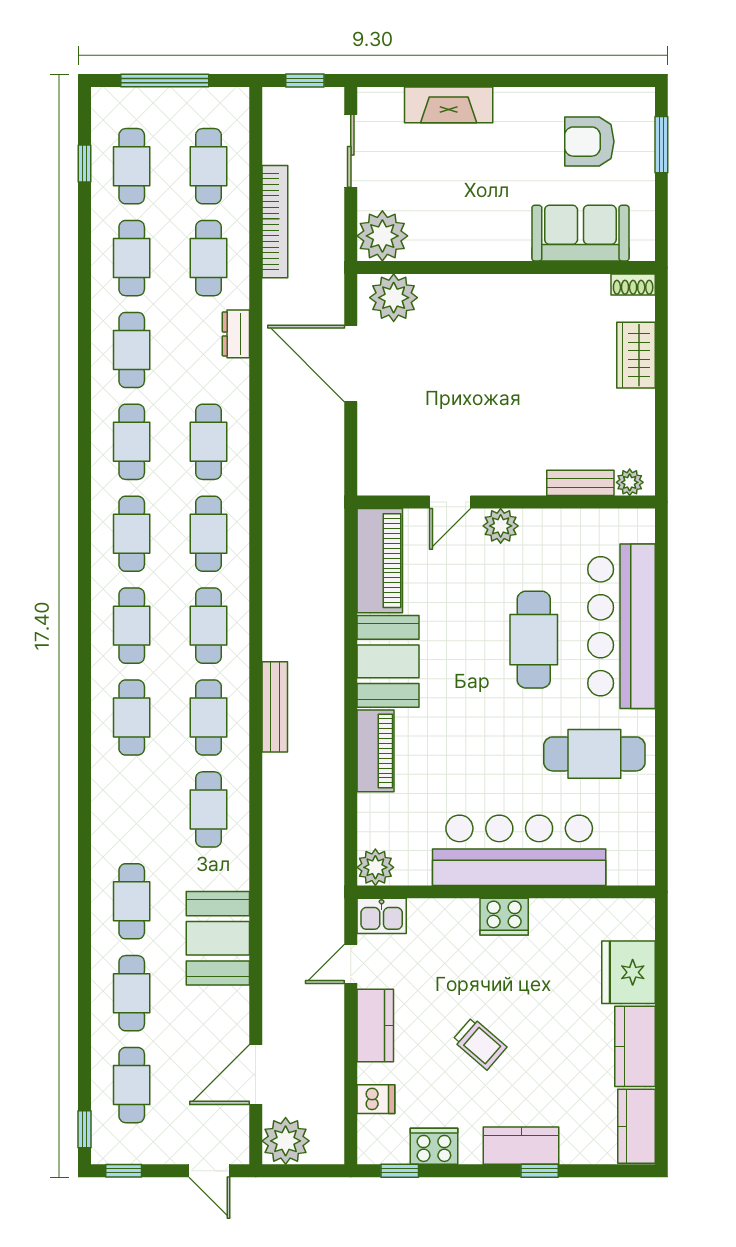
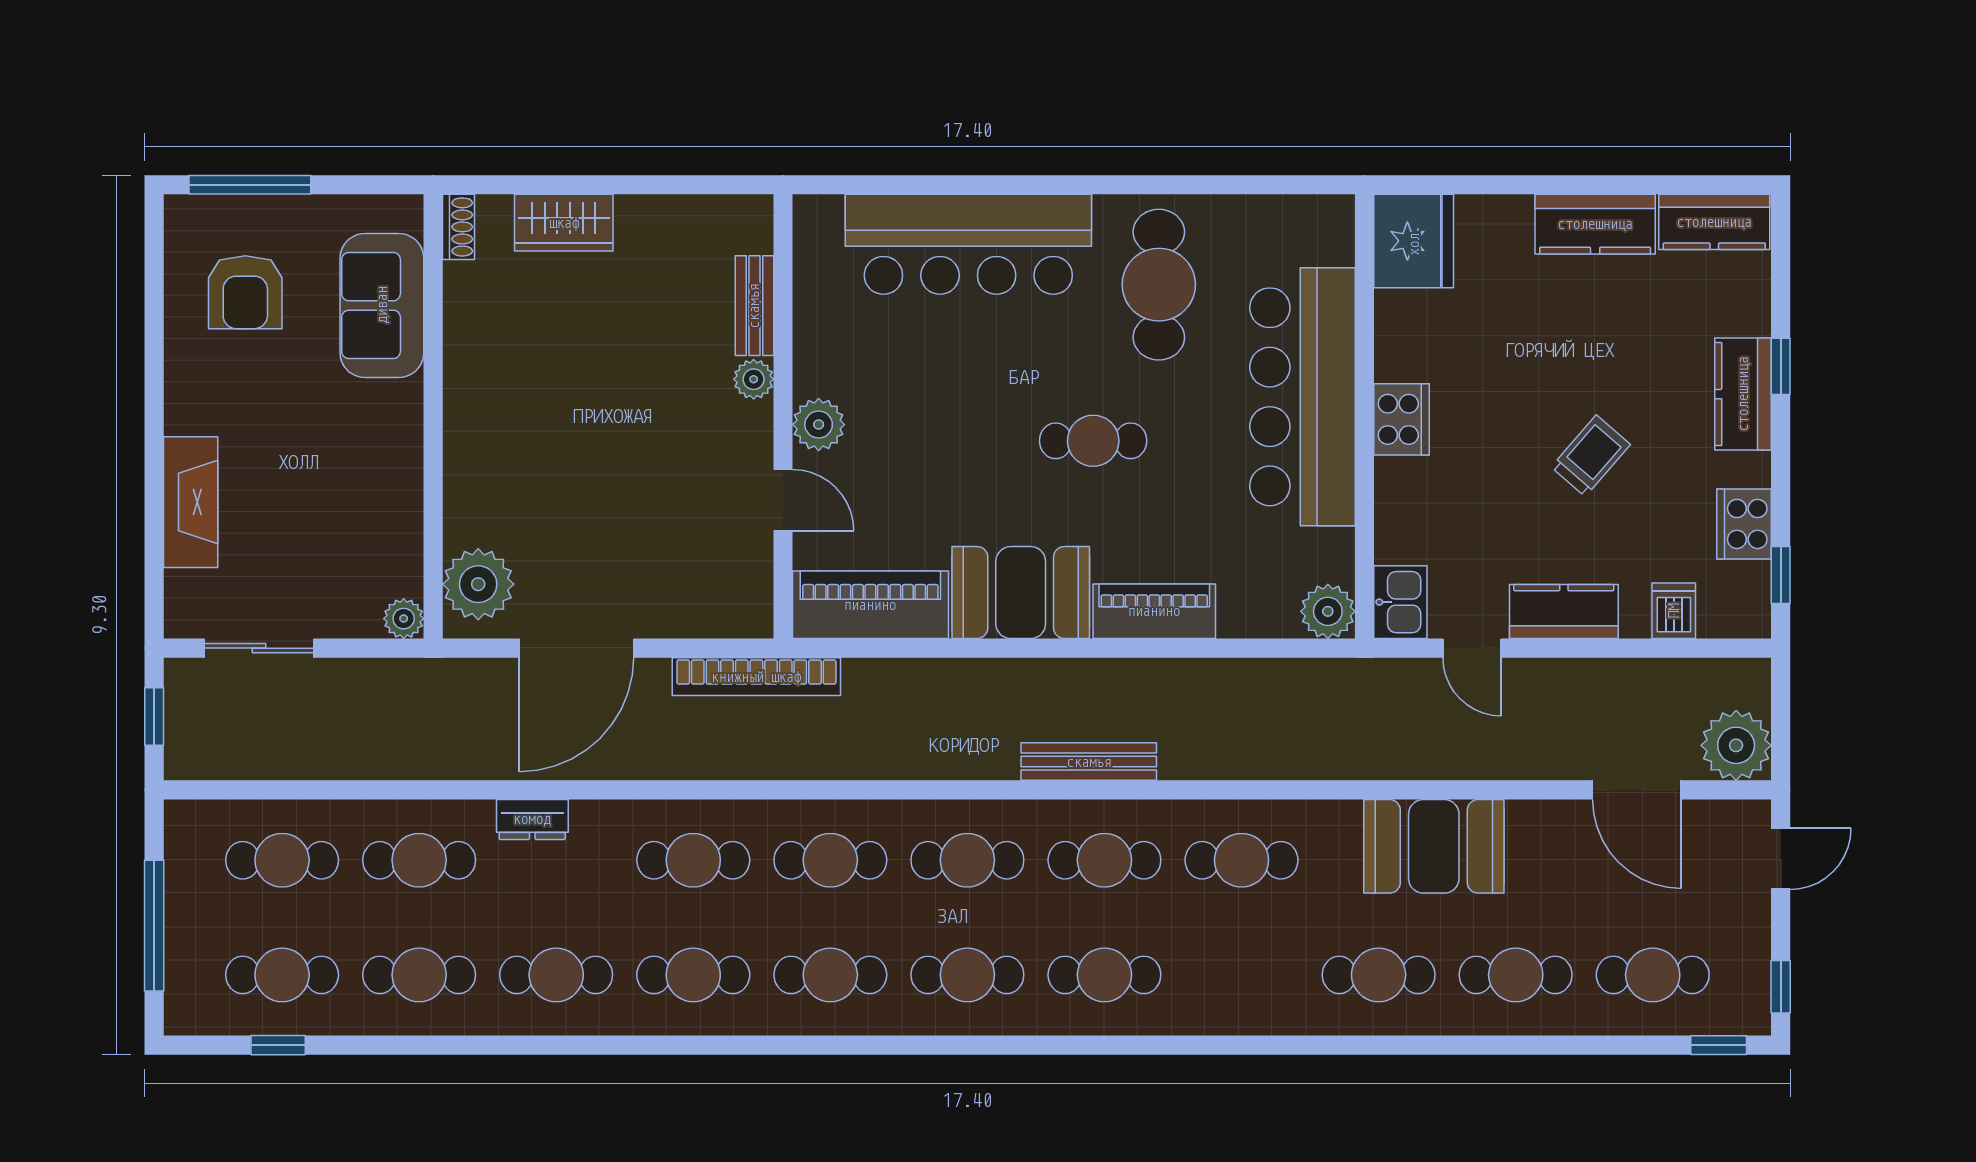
window: (661, 145) -> (250, 185), width x1.44
bookcase: (275, 222) -> (756, 677), moved, turned 180
plant: (382, 236) -> (404, 619), width x0.53, depth x0.53
plant: (630, 482) -> (754, 379), moved
cafe table: (534, 640) -> (1093, 441), moved, width x0.73, depth x0.74
fridge: (628, 972) -> (1414, 241), moved, turned -90

